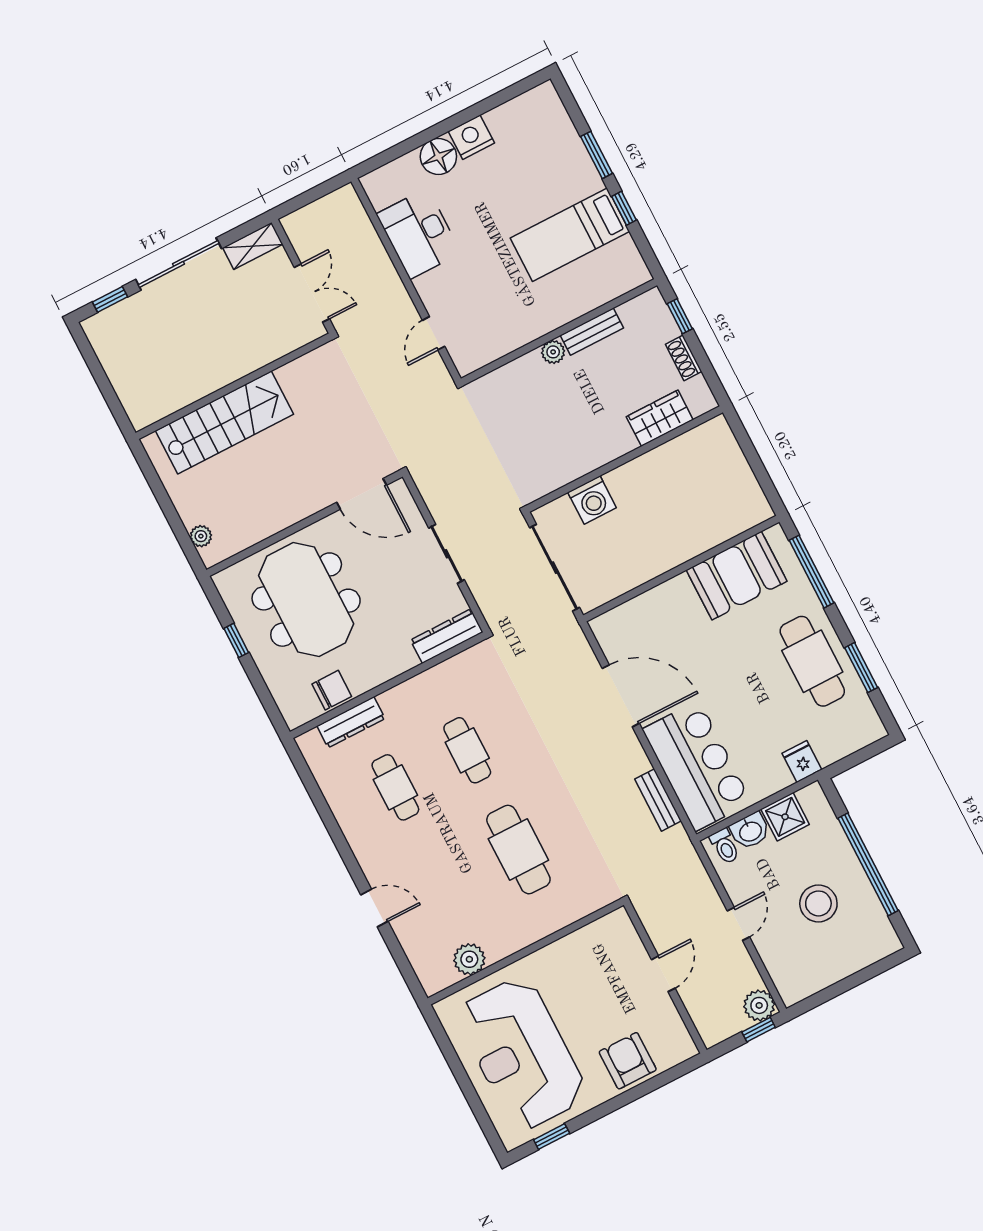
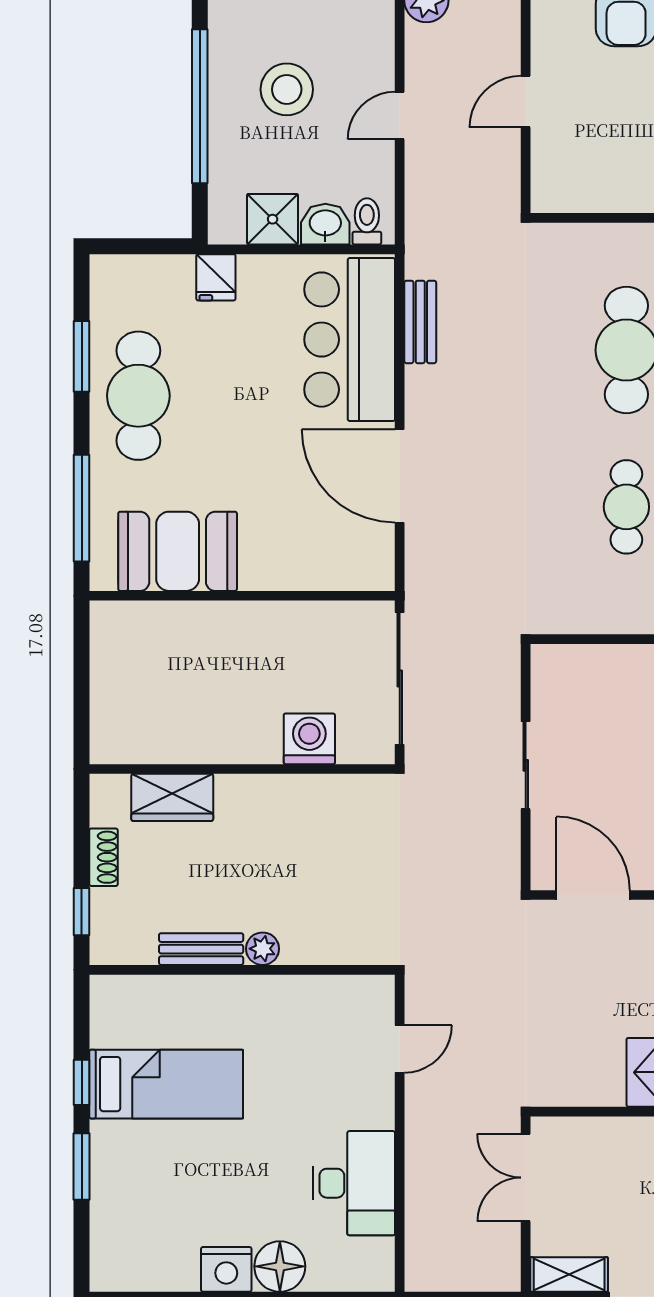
dresser: (447, 636) -> (578, 663), removed

